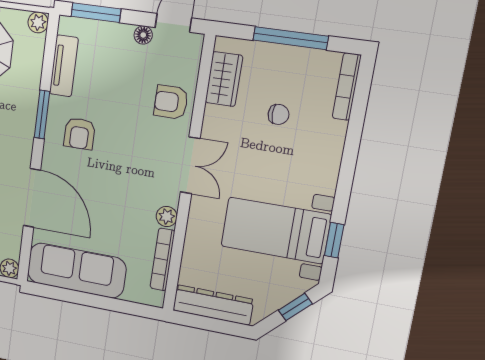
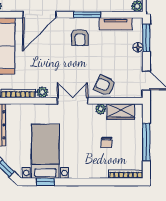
floor lamp: (143, 35) -> (138, 47), moved
armchair: (171, 102) -> (105, 85), turned -67
plant: (213, 116) -> (101, 109), added
armchair: (79, 134) -> (80, 37), turned -90
double door: (190, 165) -> (72, 101), swing flipped

